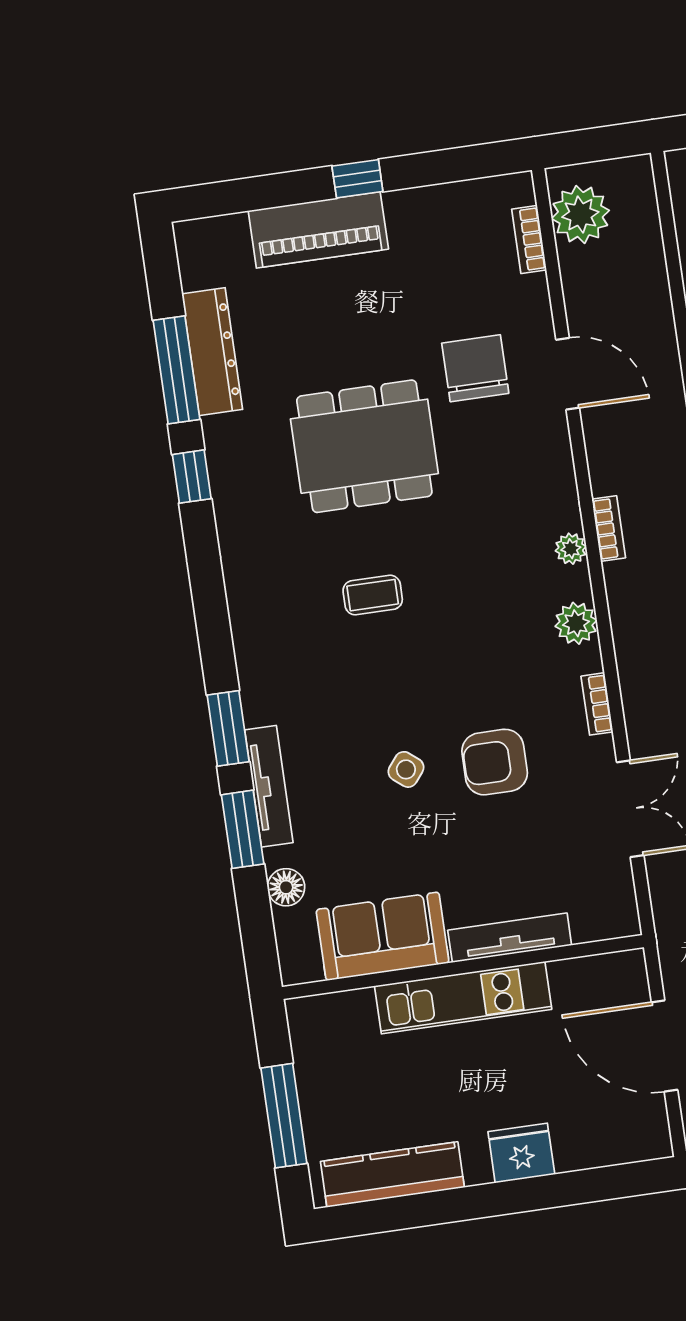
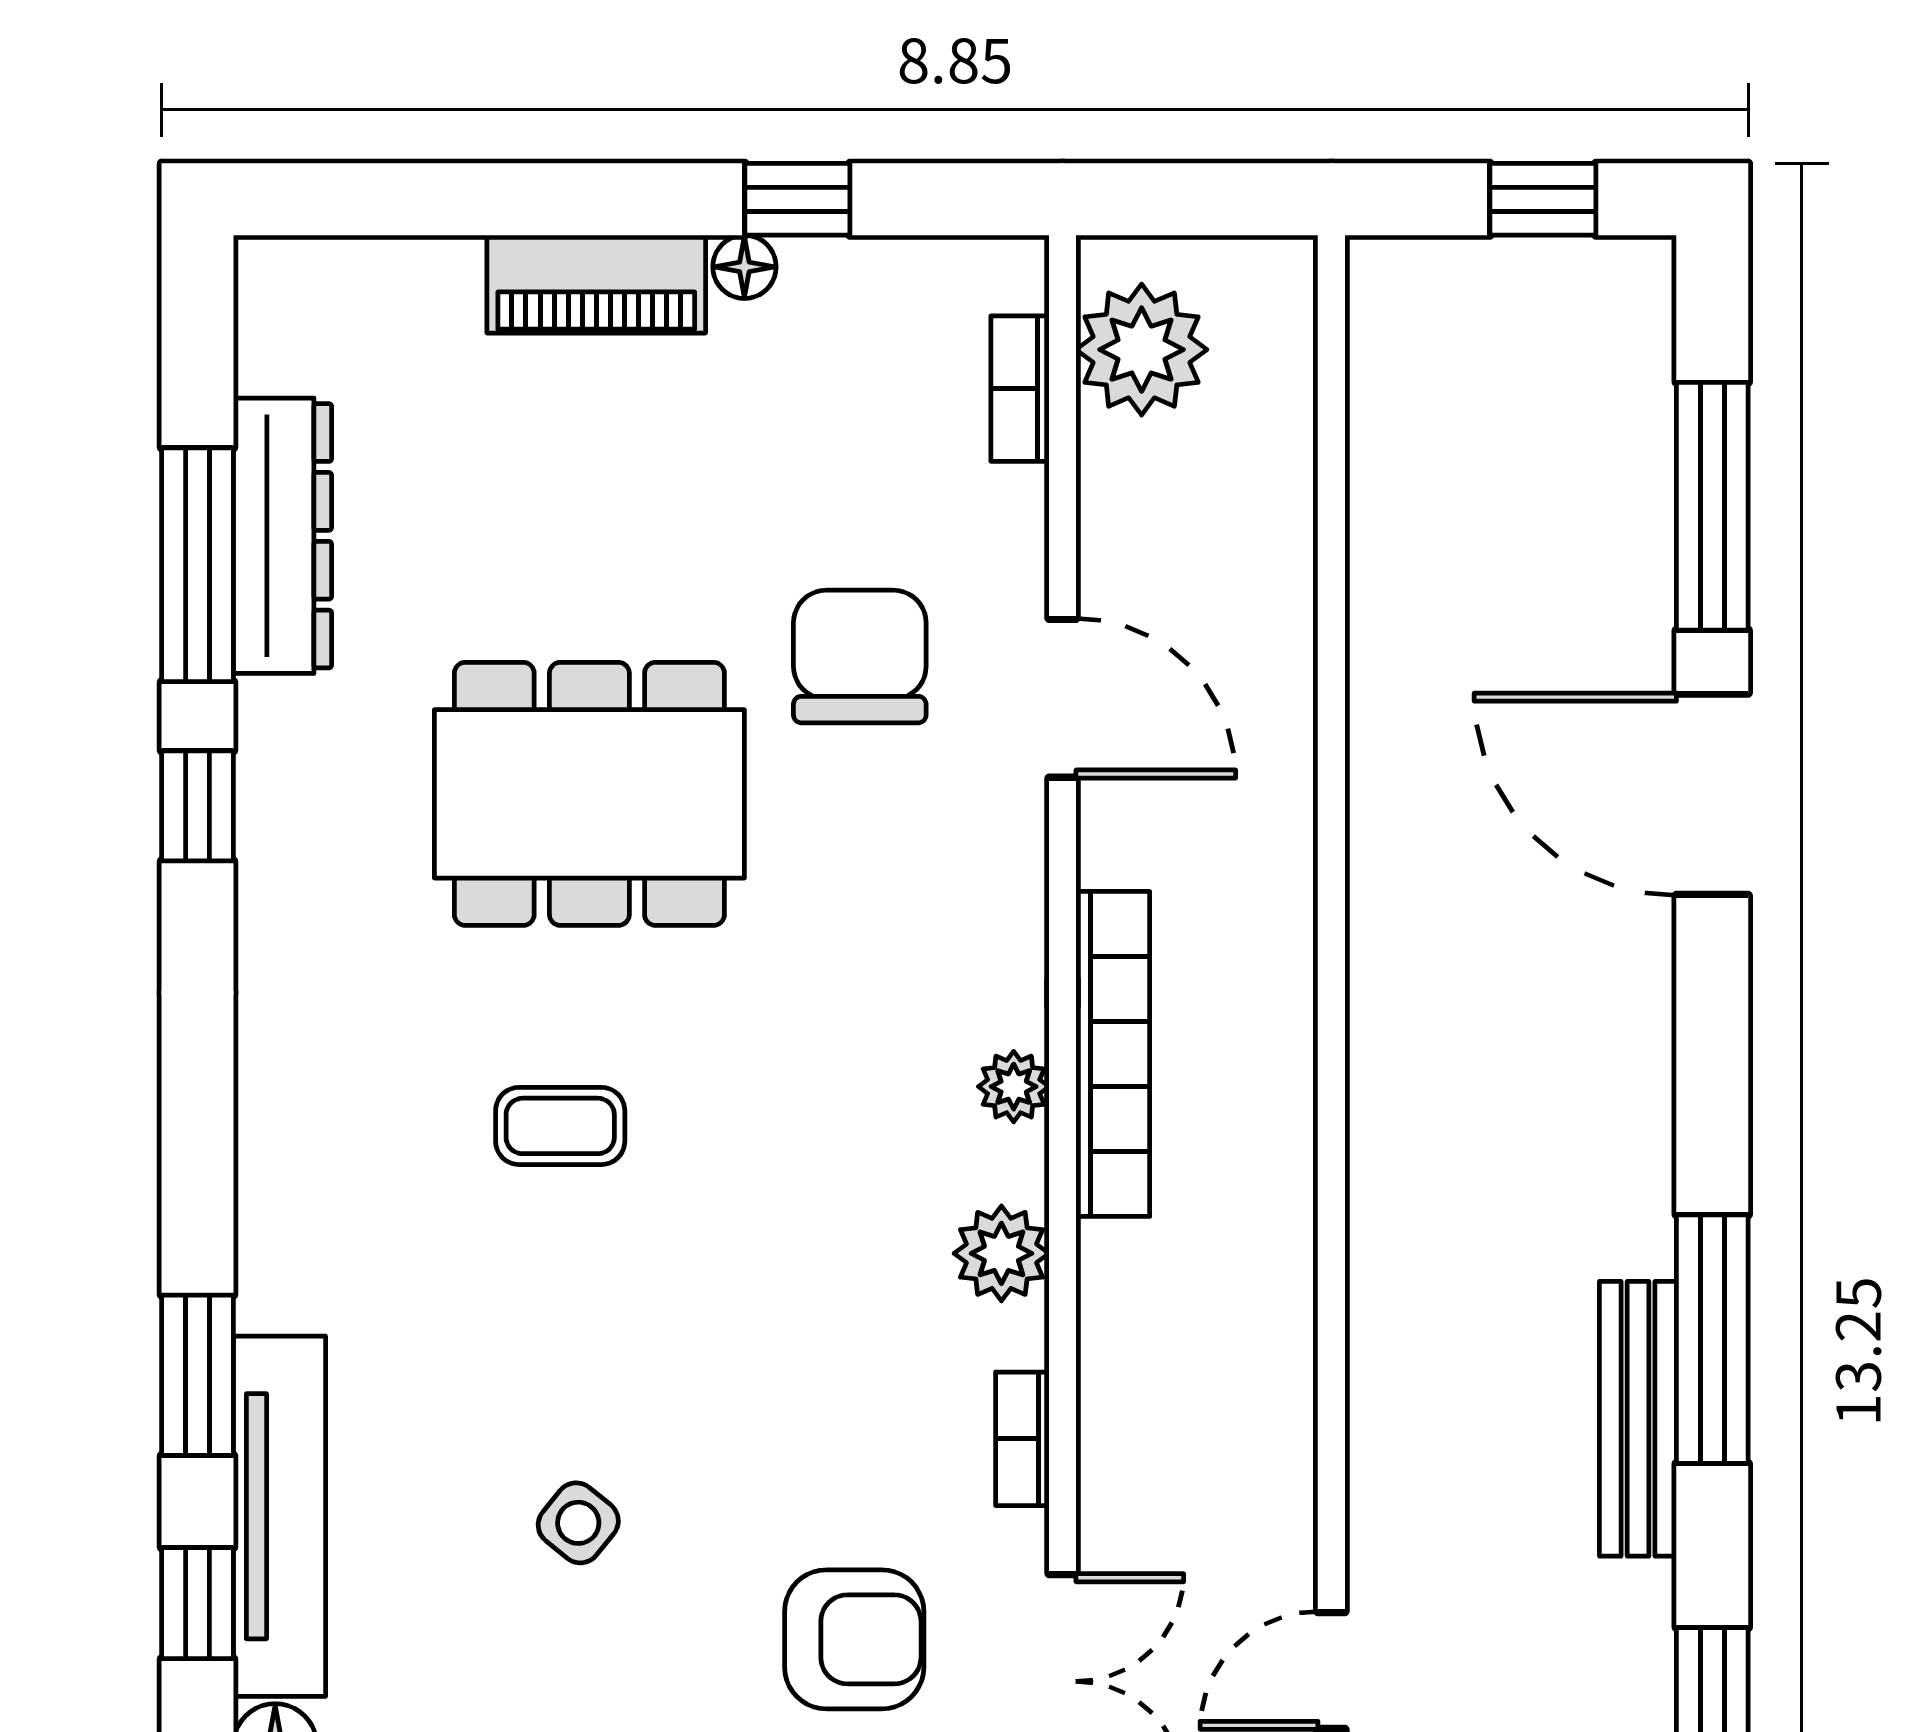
window: (357, 179) -> (797, 199), moved
floor lamp: (399, 203) -> (744, 267), added
piano: (318, 230) -> (596, 284), width x0.73, depth x0.75
bookcase: (609, 529) -> (1113, 1054), width x2.31, depth x1.31
armchair: (495, 762) -> (854, 1639), moved, turned 180
tv unit: (269, 786) -> (279, 1516), width x1.36, depth x1.29
window: (243, 829) -> (198, 1603), width x0.67

